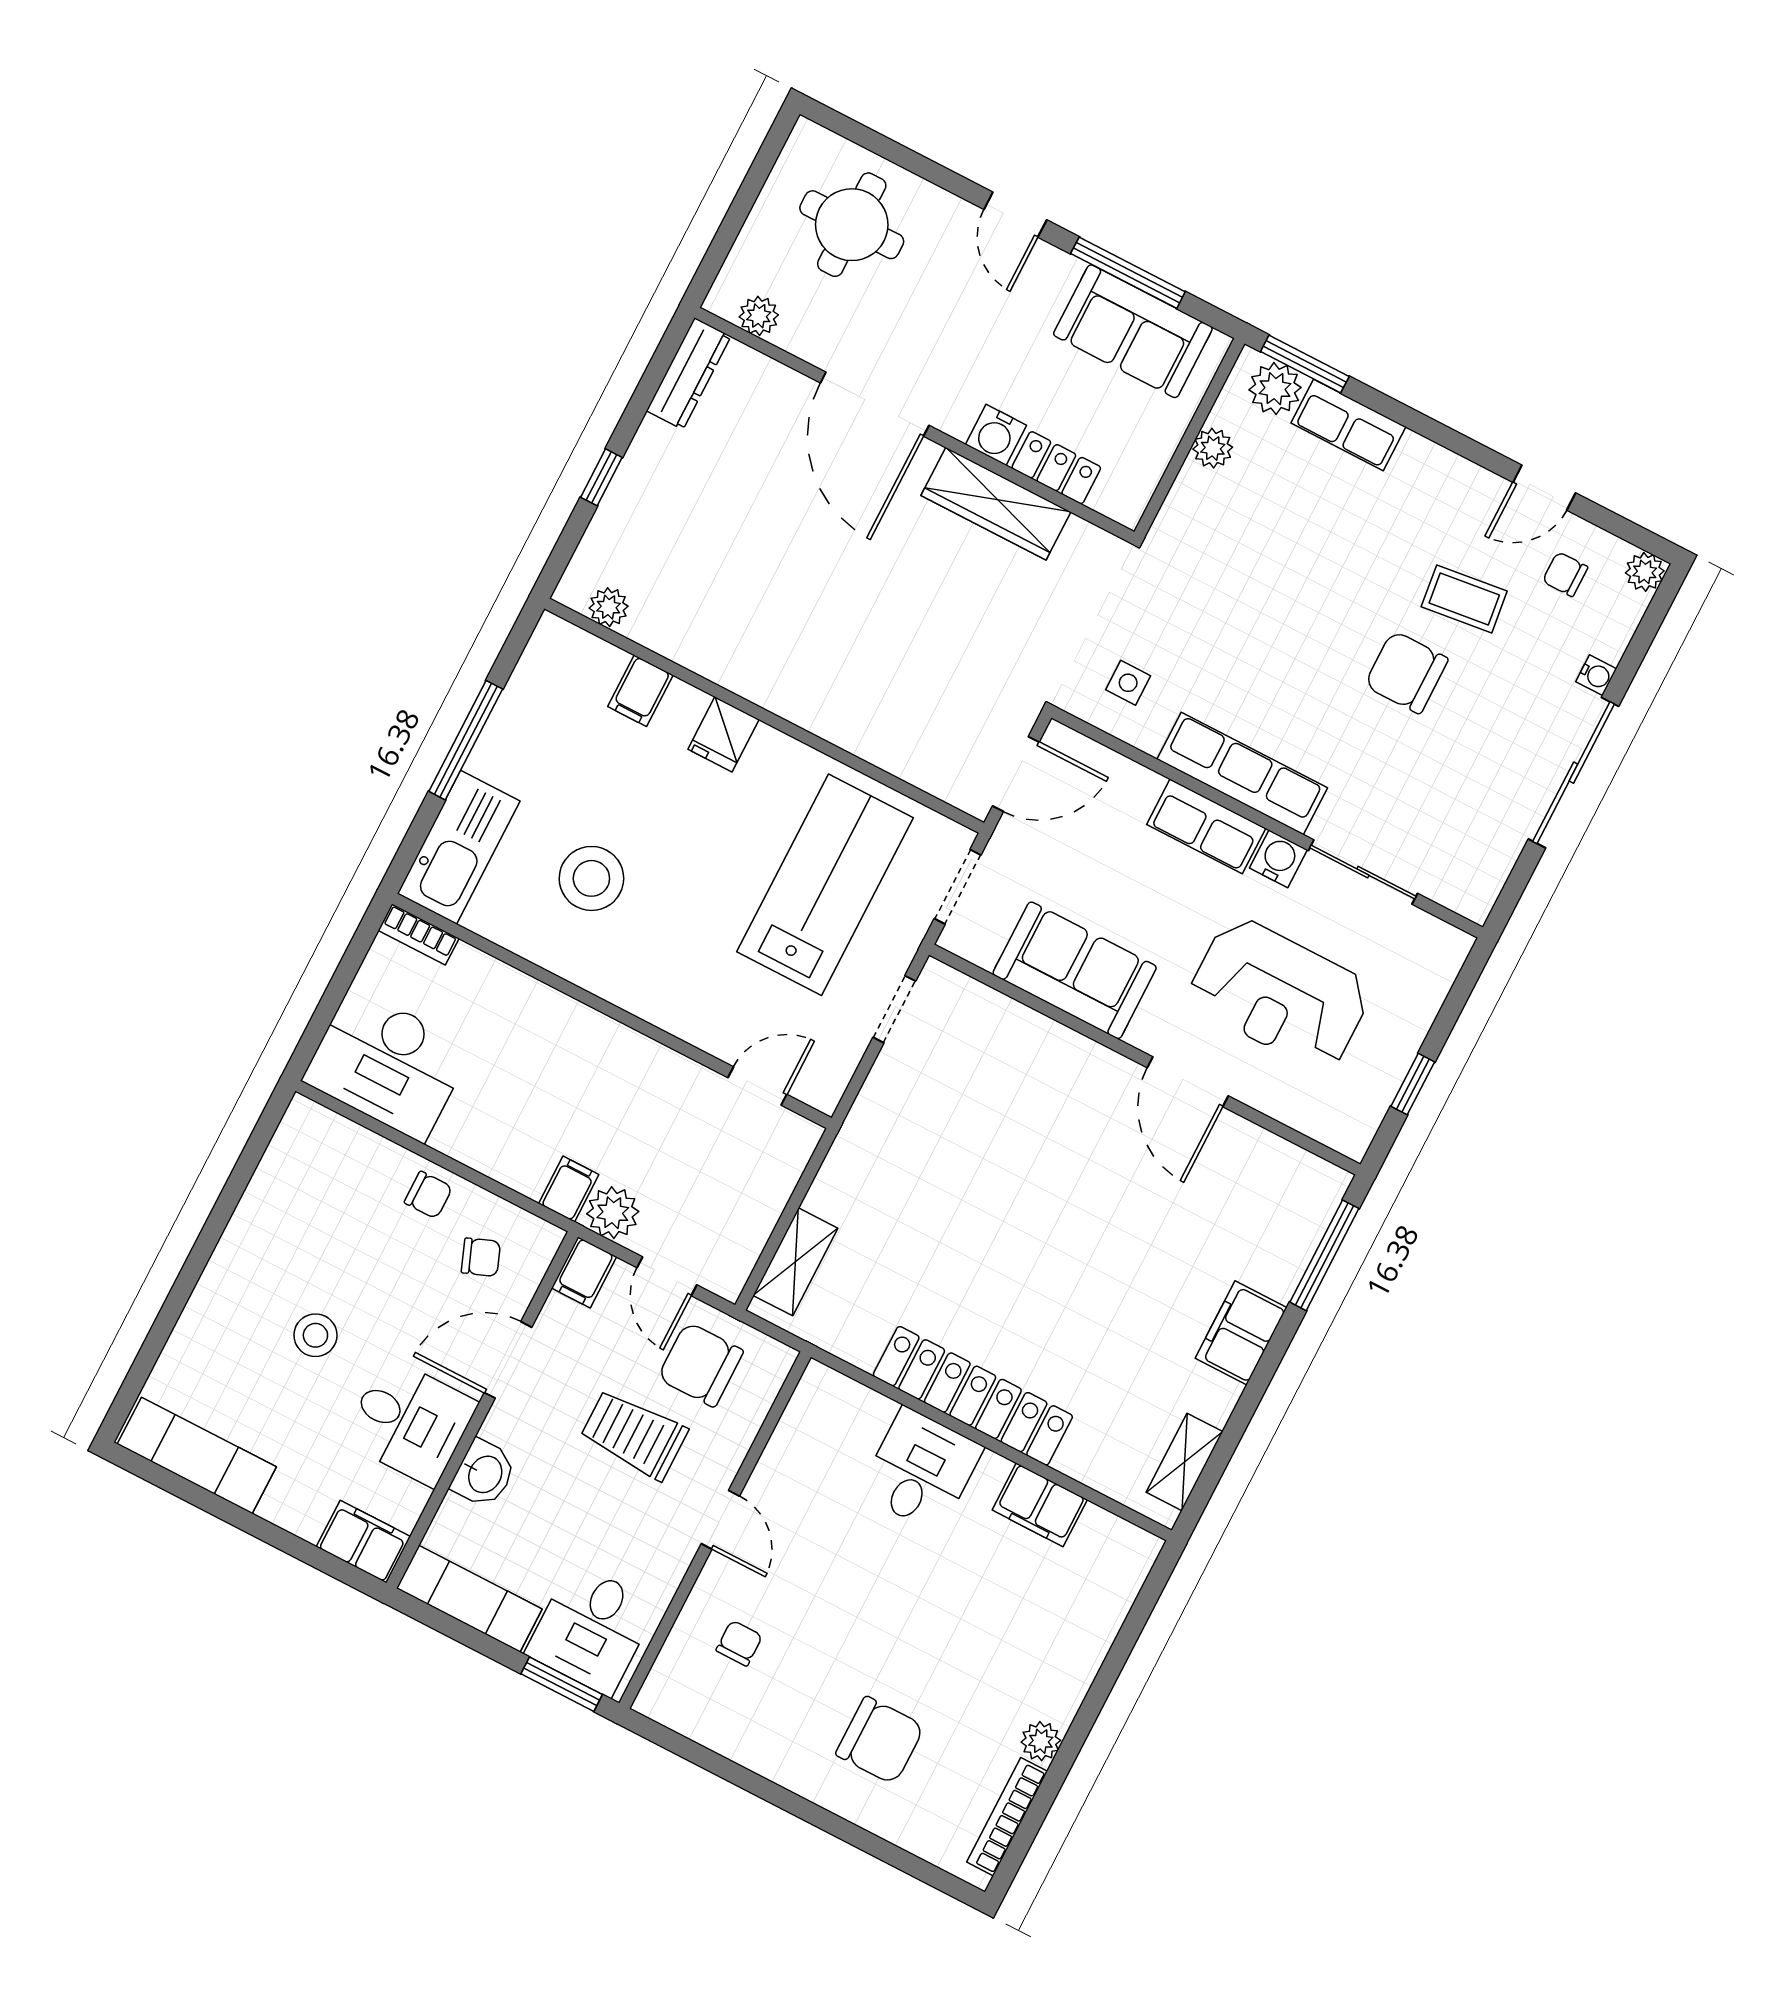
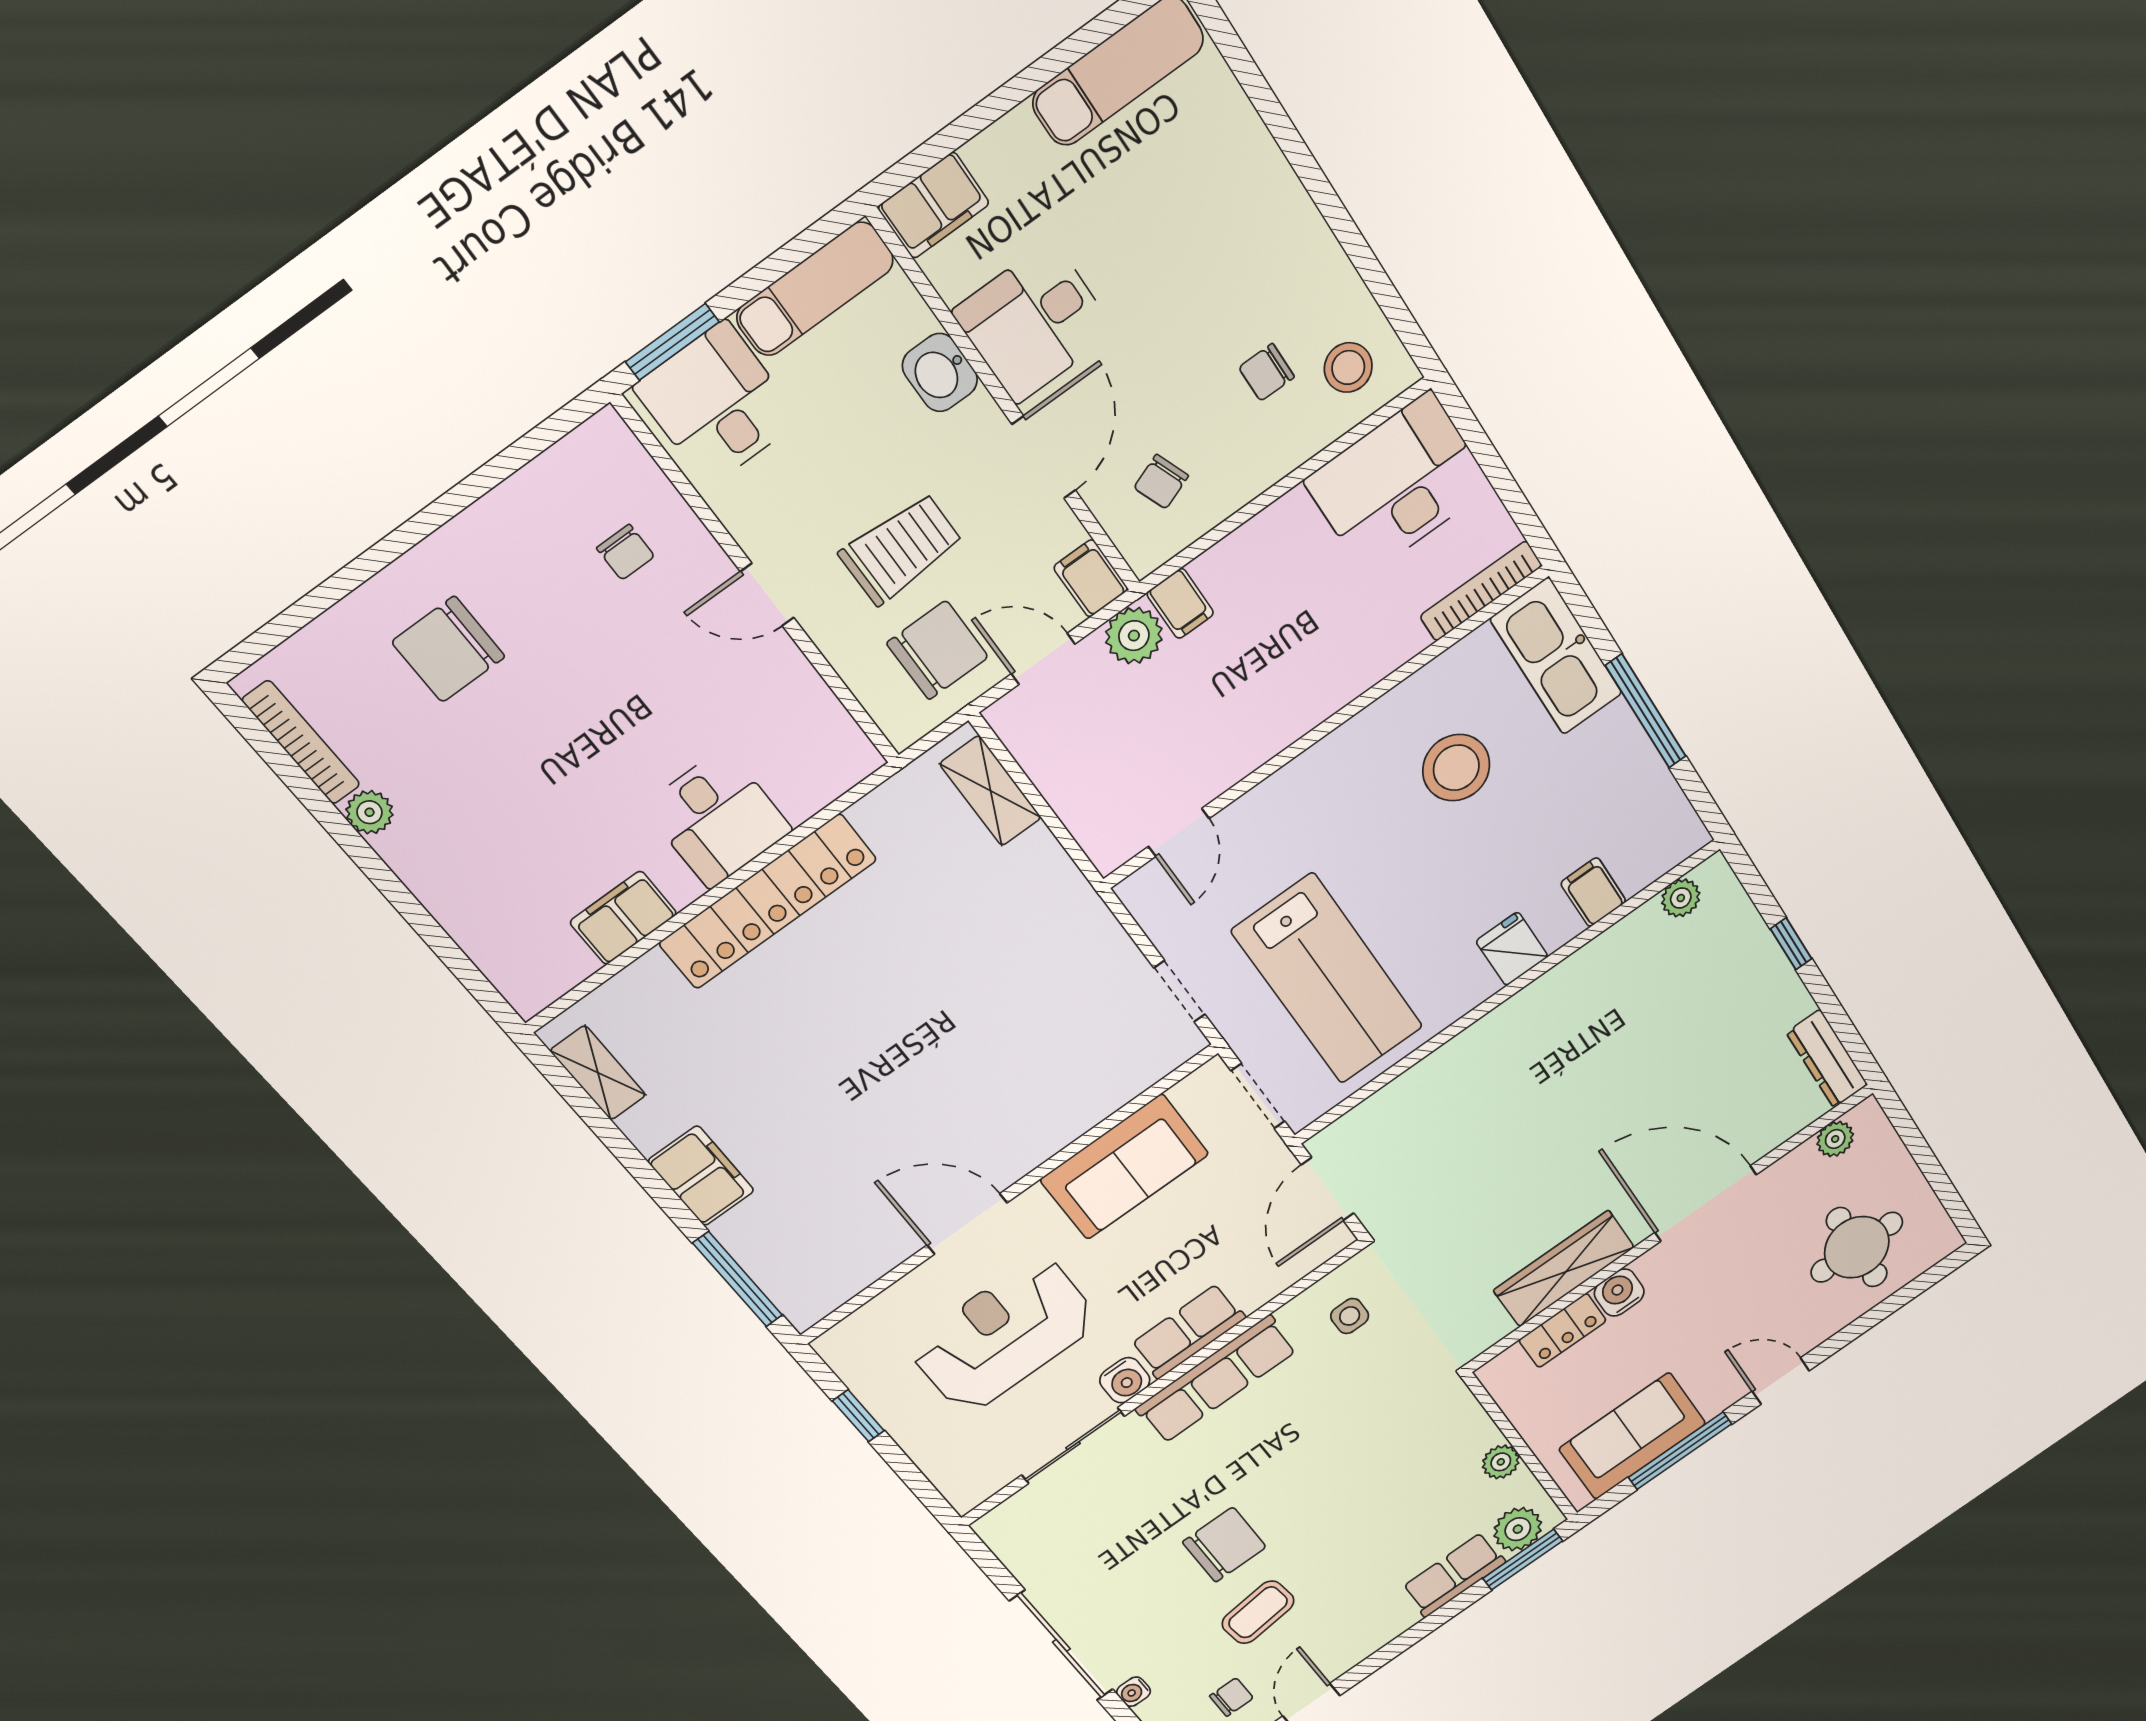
bookcase: (419, 934) -> (1481, 591), width x1.56
chair: (428, 1195) -> (1267, 372), moved
stool: (315, 1335) -> (1348, 367), moved

